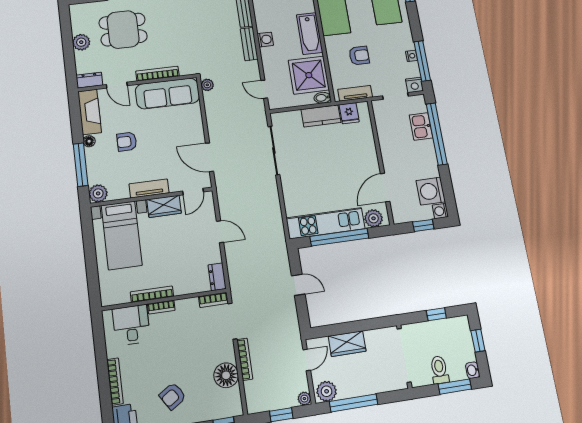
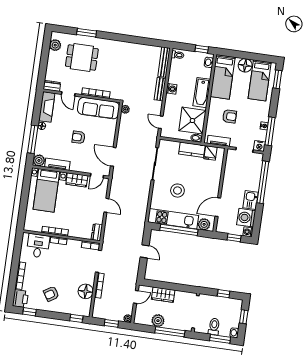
plant: (81, 42) -> (55, 45), moved
kitchen sink: (421, 126) -> (251, 200), moved
armchair: (127, 142) -> (79, 137), moved
stool: (319, 180) -> (177, 191), added
tv unit: (149, 188) -> (57, 164), moved
plant: (327, 391) -> (158, 321), moved
window: (354, 403) -> (170, 332), moved

